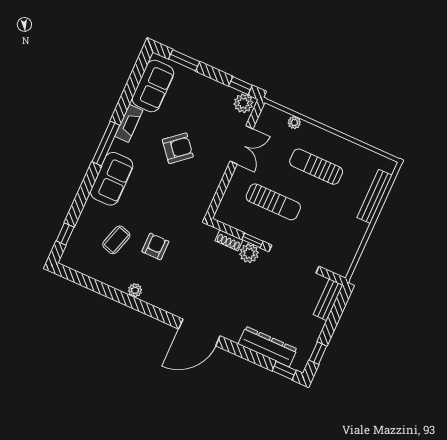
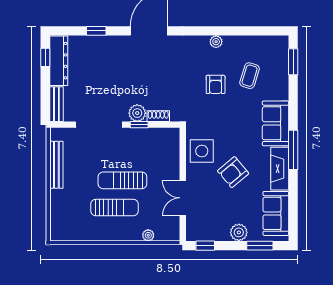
plant: (243, 103) -> (239, 232), moved
fireplace: (129, 123) -> (280, 169), width x1.37, depth x1.32
side table: (200, 184) -> (202, 151), added
bench: (375, 196) -> (56, 165), moved
sun lounger: (273, 202) -> (122, 180), moved
window: (65, 234) -> (293, 62), width x1.50
dresser: (268, 347) -> (59, 61), moved, turned -90
window: (284, 371) -> (96, 31), moved

